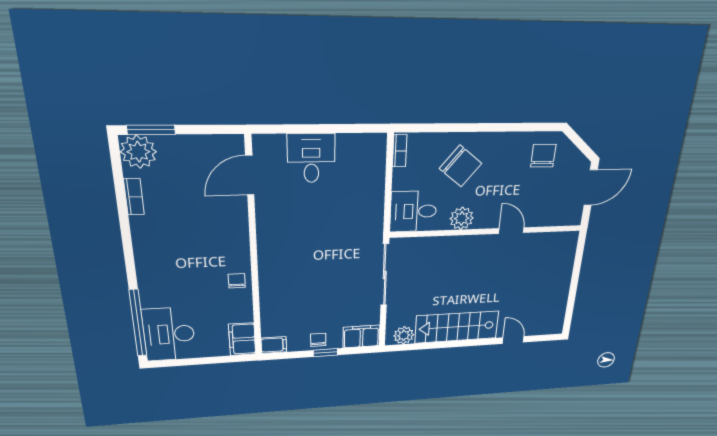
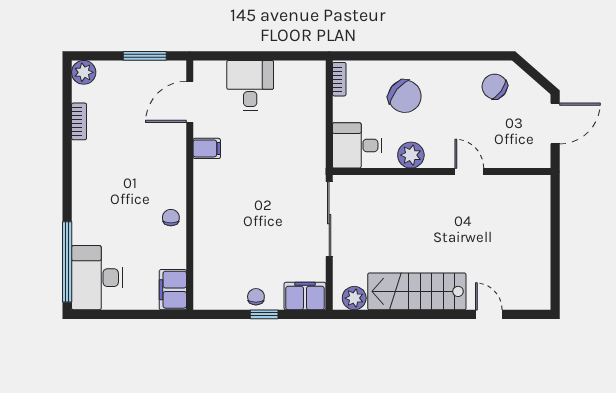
window: (151, 130) -> (145, 56), moved
plant: (138, 152) -> (84, 72), width x0.73, depth x0.73
chair: (543, 156) -> (495, 87), turned -54
filing cabinet: (274, 345) -> (207, 148), moved

